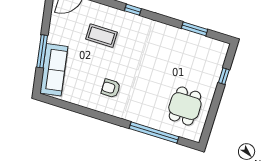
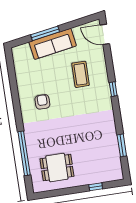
sofa: (54, 70) -> (53, 44), moved

